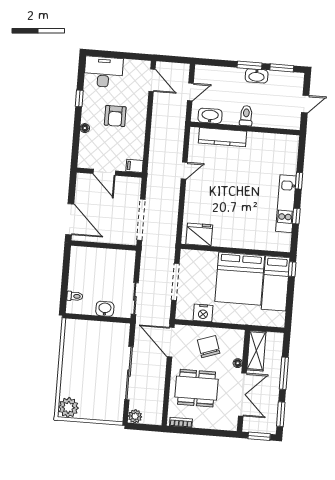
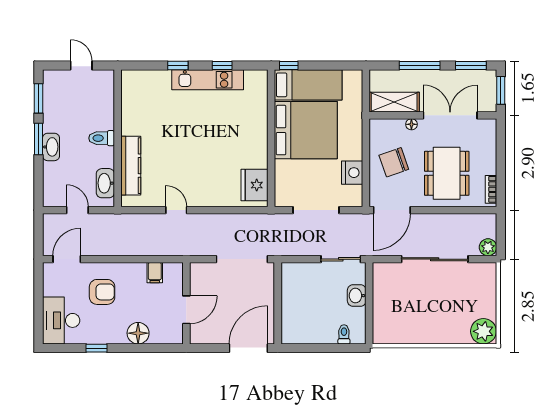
washbasin: (257, 76) -> (51, 147), moved
armchair: (115, 116) -> (102, 292), moved
floor lamp: (85, 128) -> (138, 333), width x1.89, depth x1.89
filing cabinet: (134, 166) -> (155, 273), moved

